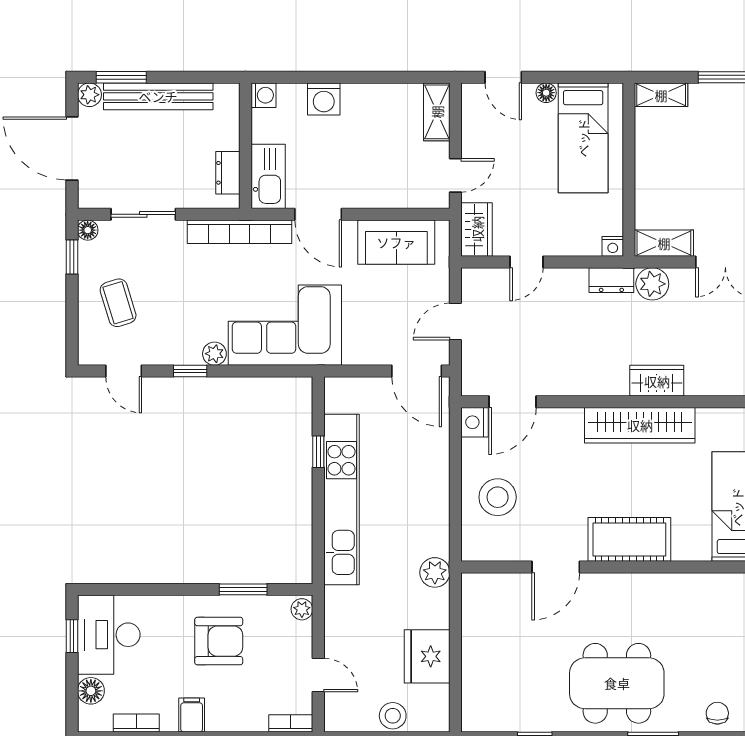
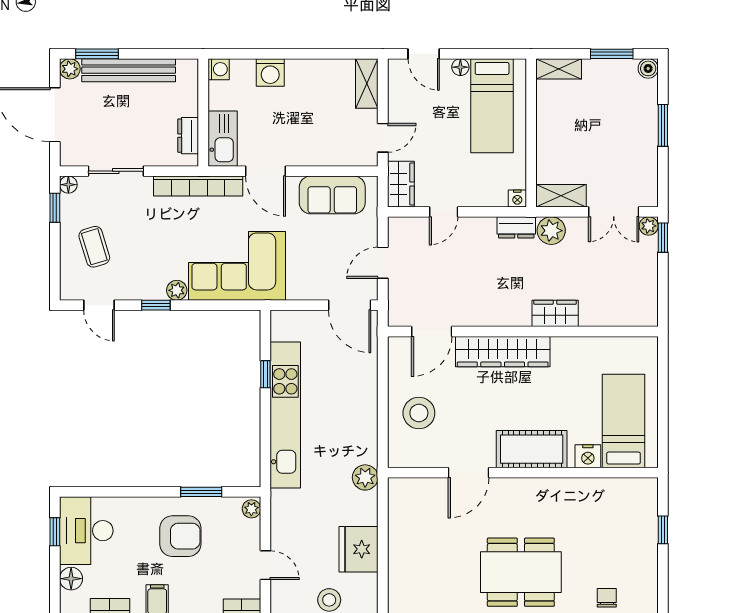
nightstand: (475, 422) -> (588, 456), moved, turned -90
wardrobe: (640, 425) -> (503, 352), moved

